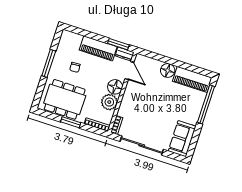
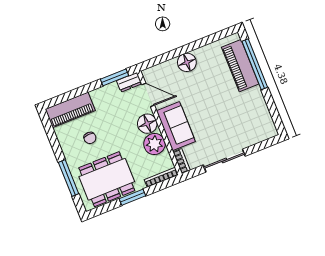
piano: (98, 48) -> (70, 110), moved
window: (49, 63) -> (69, 178), moved
piano: (192, 79) -> (240, 66), moved, turned 90
sofa: (182, 139) -> (176, 126), moved, turned 180
sliding door: (142, 145) -> (224, 161), width x0.73

